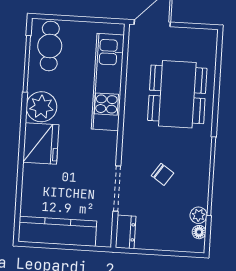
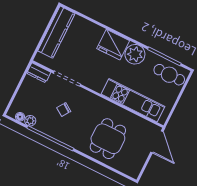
dining table: (177, 94) -> (108, 139), width x0.73

